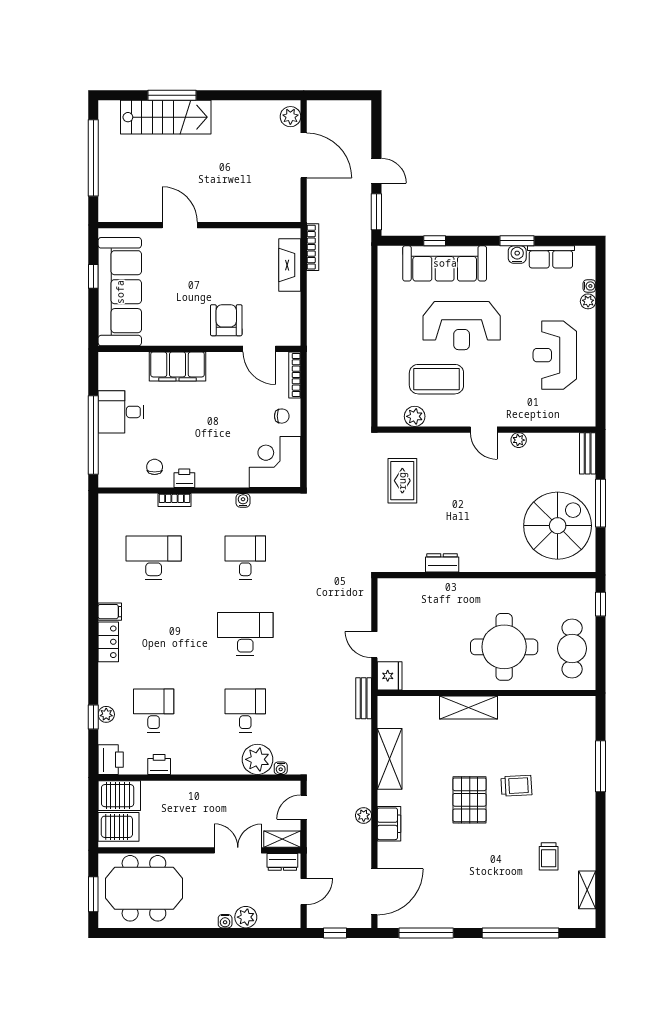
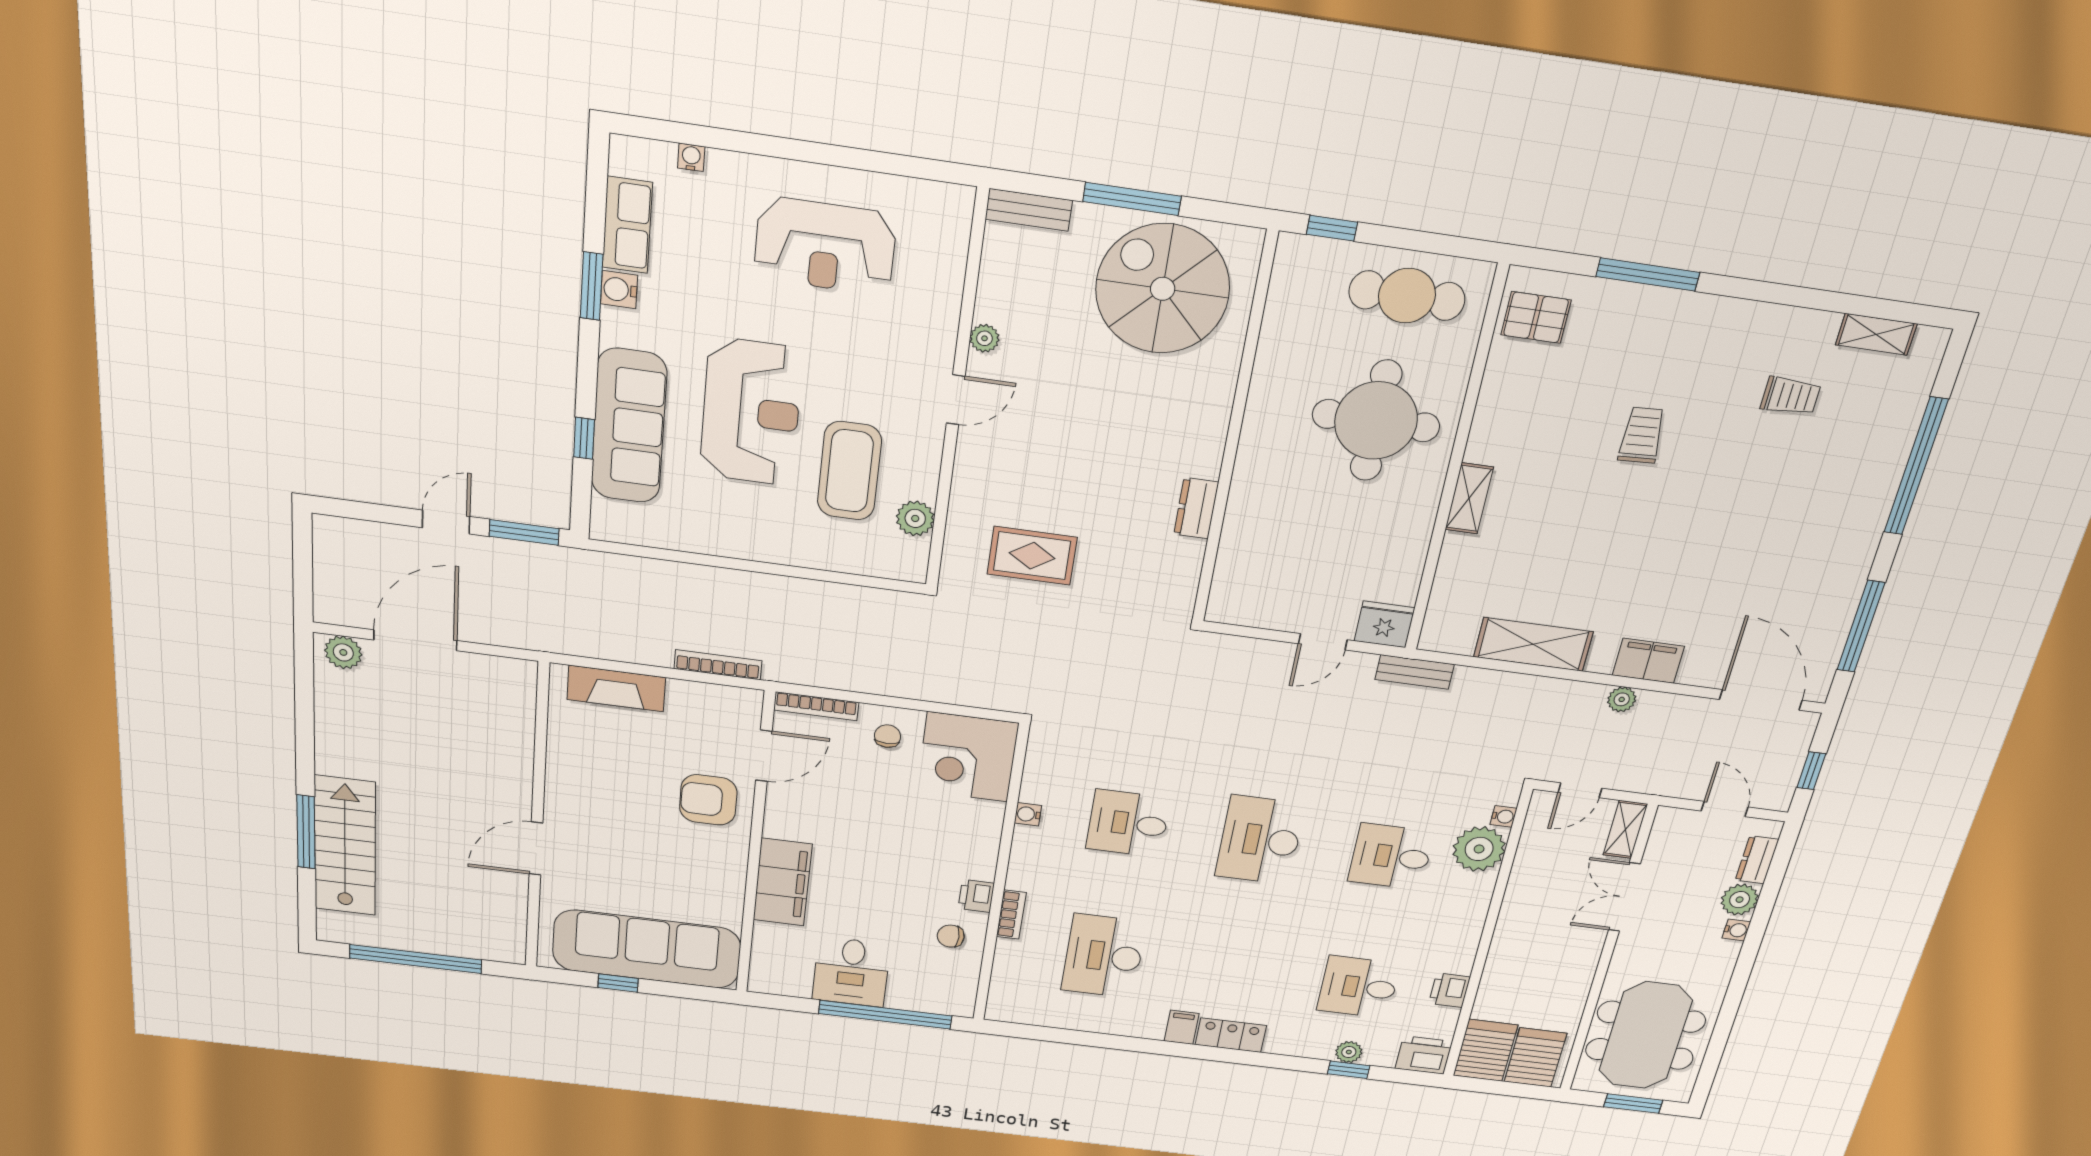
bookcase: (313, 247) -> (718, 665), moved
plant: (588, 301) -> (722, 165), removed
shelving: (469, 708) -> (1469, 498), width x0.67, depth x0.75
pallet: (470, 800) -> (1536, 317), moved, width x0.67, depth x0.71
door: (304, 807) -> (1580, 790), hinge flipped
dresser: (282, 862) -> (1757, 860), moved, turned 180

